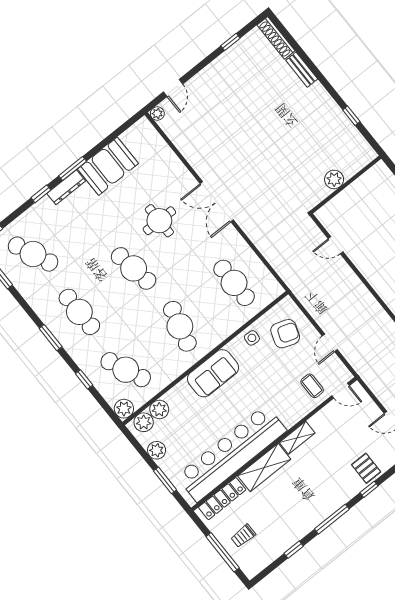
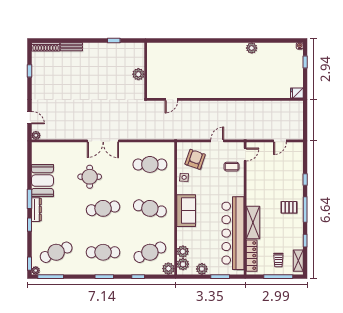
door: (330, 343) -> (217, 141), swing flipped
shelving: (297, 438) -> (298, 261), moved
pallet: (366, 468) -> (289, 207), moved

